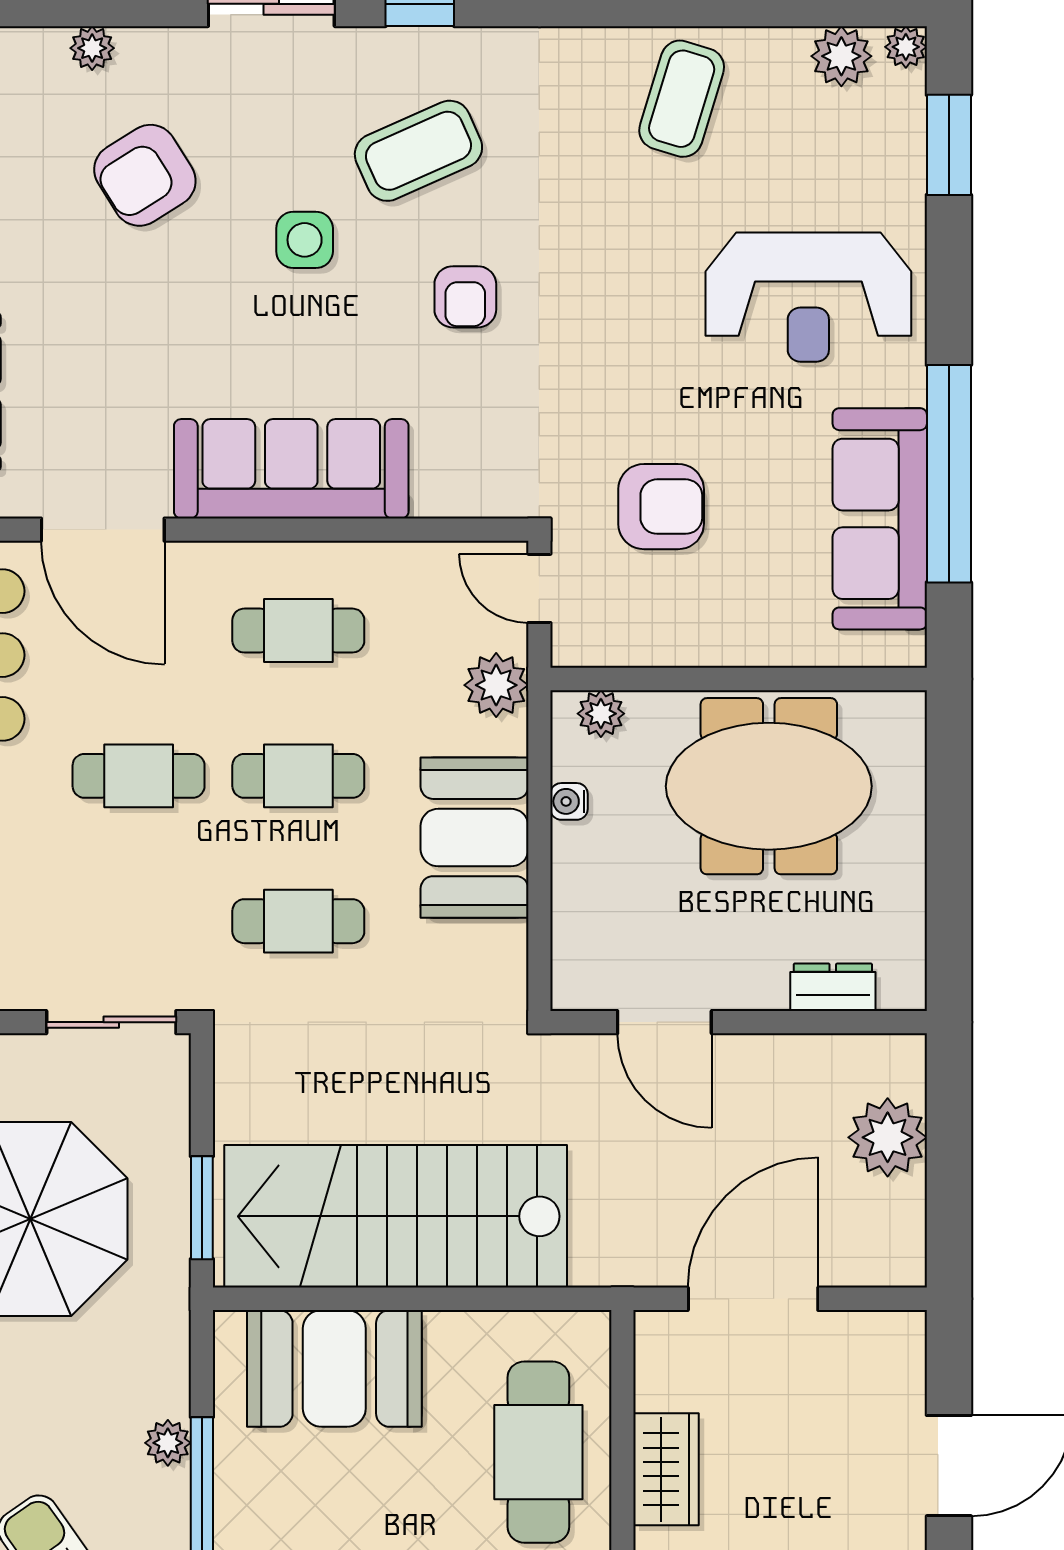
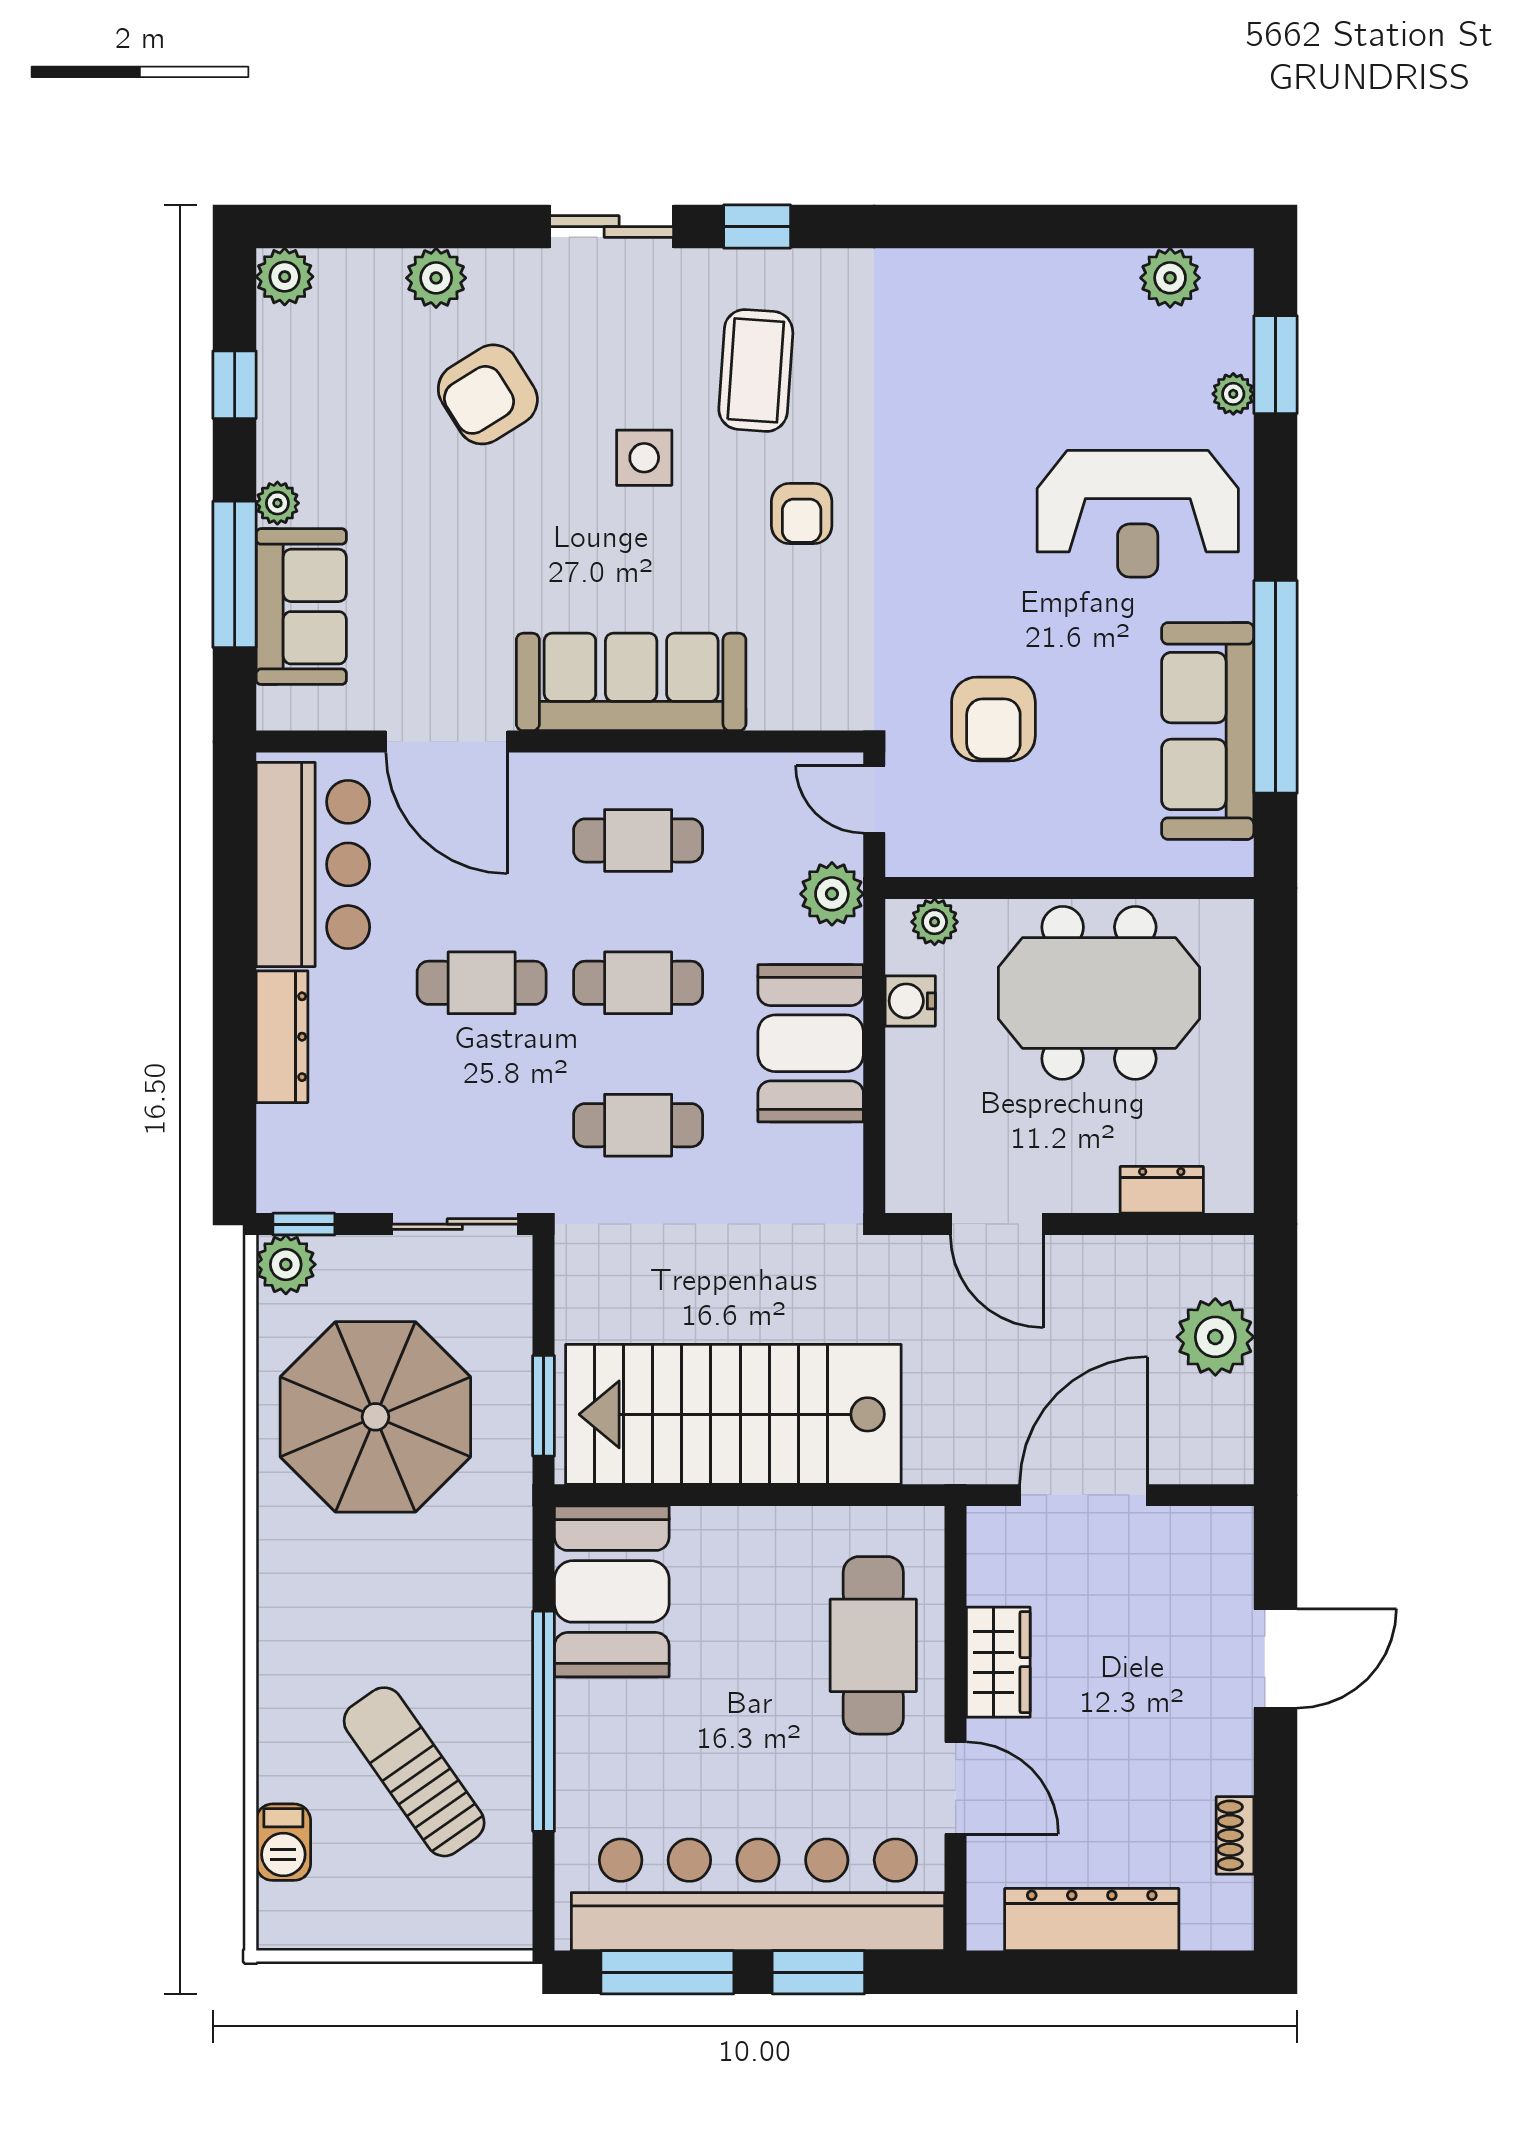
plant: (906, 47) -> (1233, 394), moved
plant: (92, 48) -> (436, 278), width x1.38, depth x1.38
coffee table: (682, 99) -> (1014, 319), removed
coffee table: (418, 151) -> (756, 370), turned -62
armchair: (661, 507) -> (993, 719), turned 90
water cooler: (569, 801) -> (910, 1001), width x1.38, depth x1.38
booth: (334, 1368) -> (612, 1591), moved, turned 90
plant: (168, 1443) -> (510, 1636), removed

